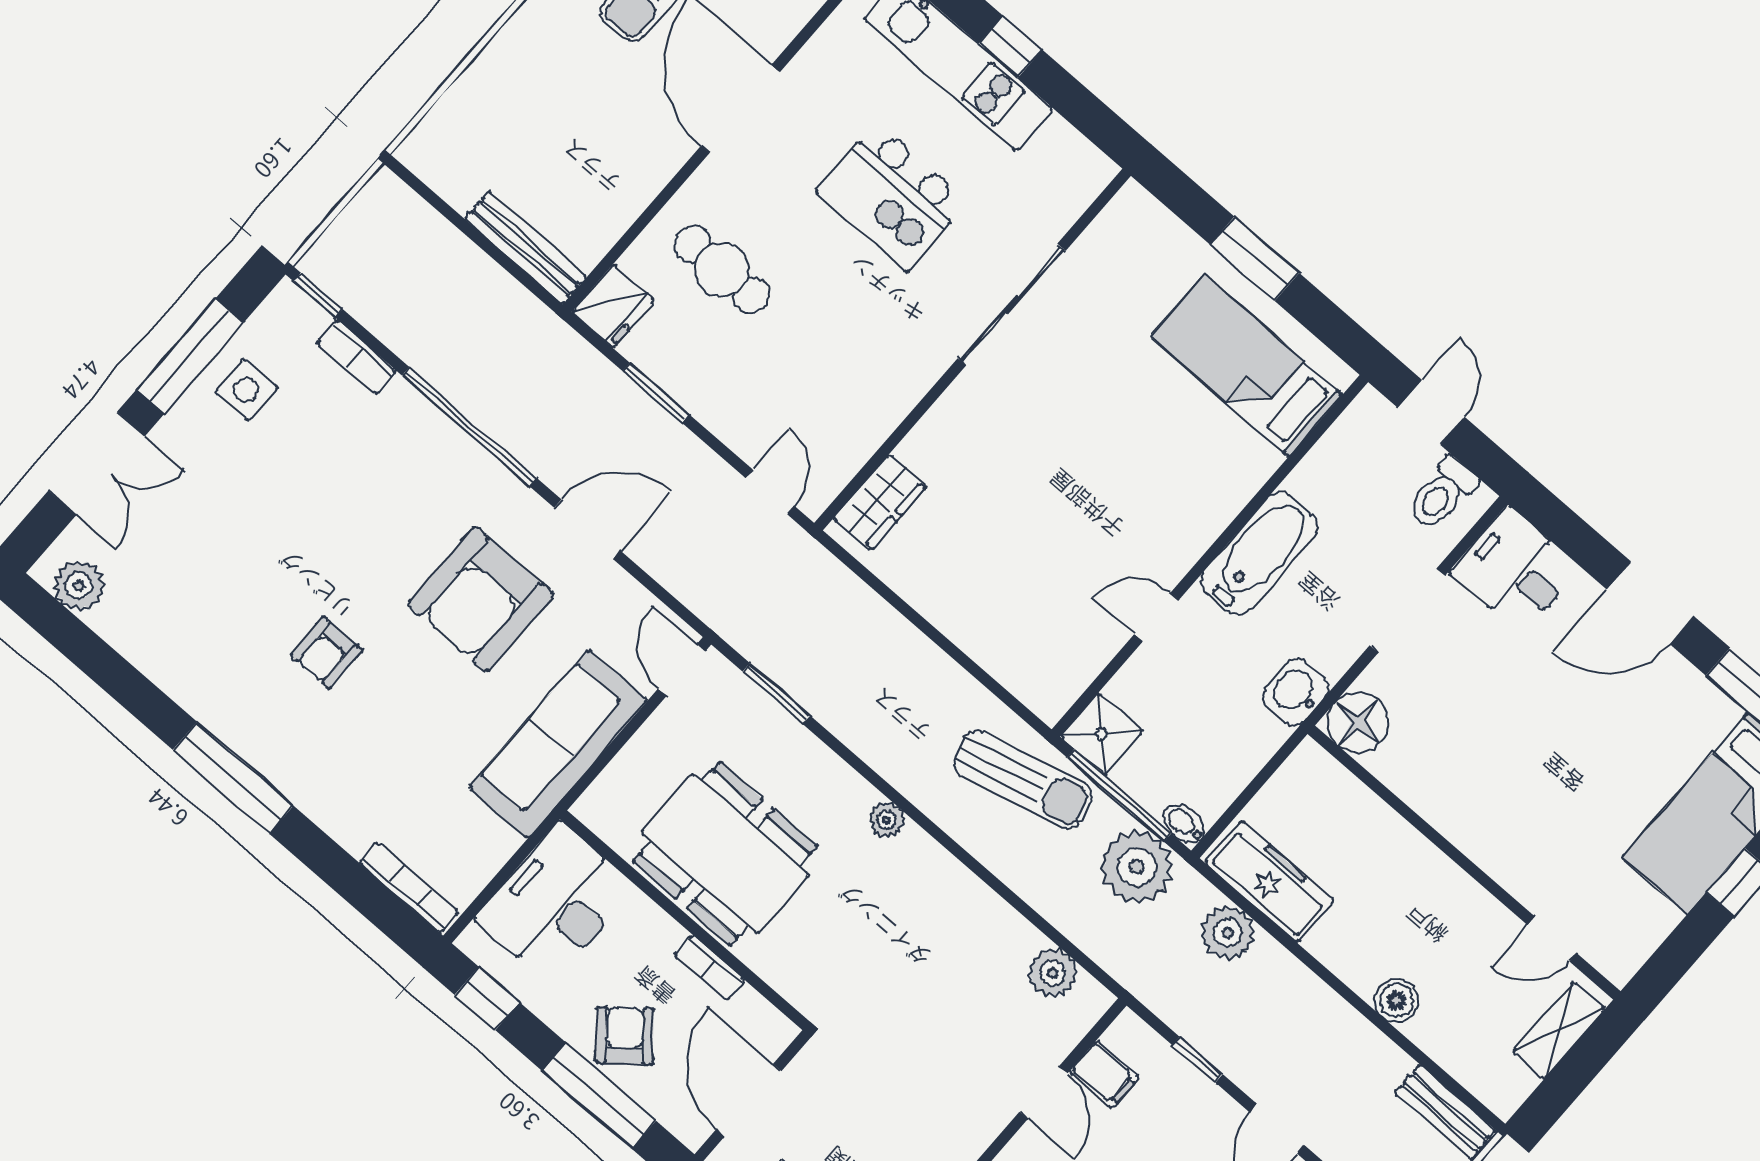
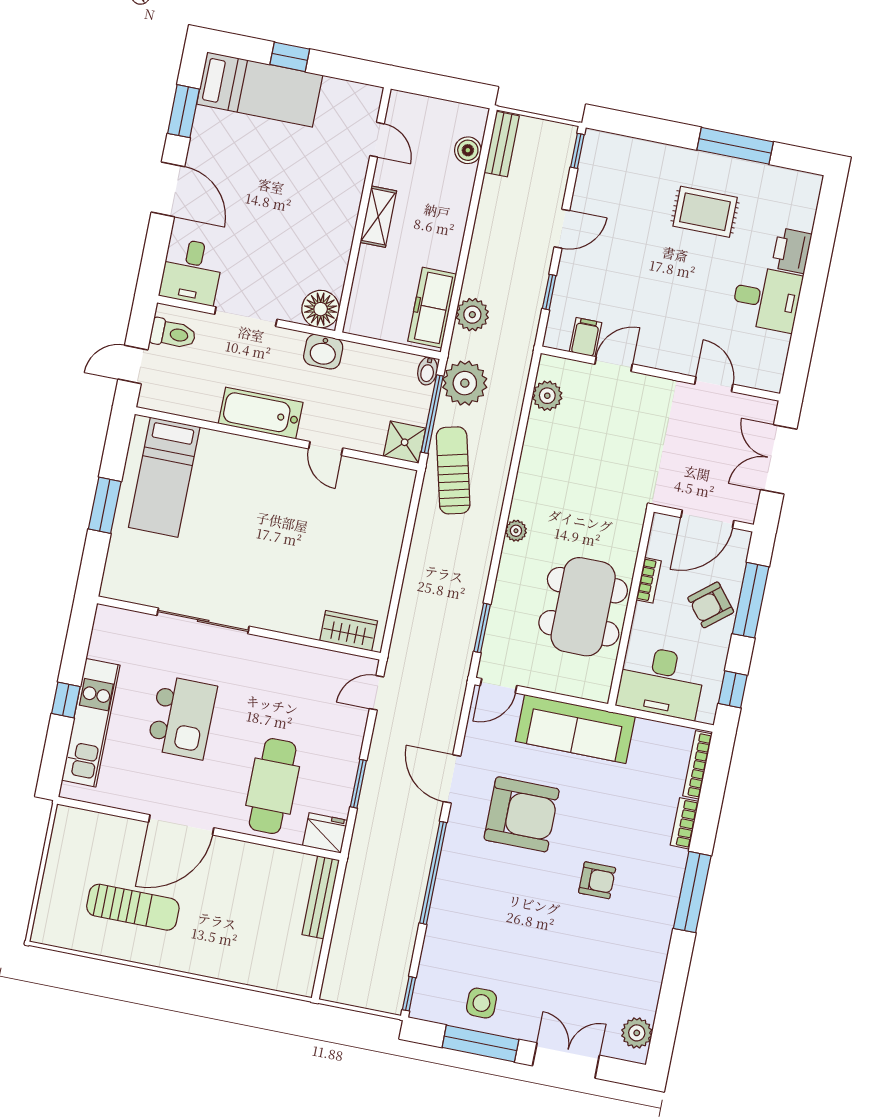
cafe table: (722, 270) -> (273, 786), width x1.37, depth x1.35
bookcase: (356, 357) -> (684, 823), moved, turned 180
boiler: (1396, 1000) -> (468, 150), moved
shelving: (1559, 1030) -> (378, 217), moved, turned 90

